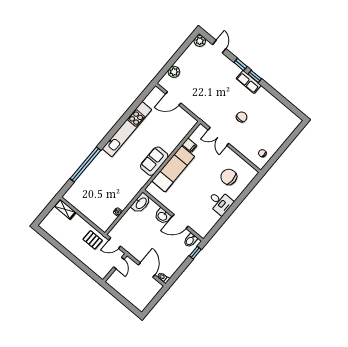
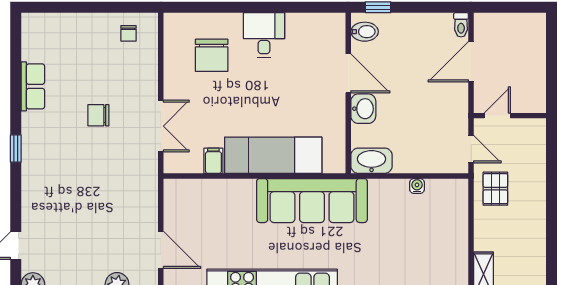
window: (241, 64) -> (16, 188), removed
row of seats: (249, 82) -> (33, 86), moved
sofa: (154, 161) -> (312, 201), width x1.85, depth x1.27

